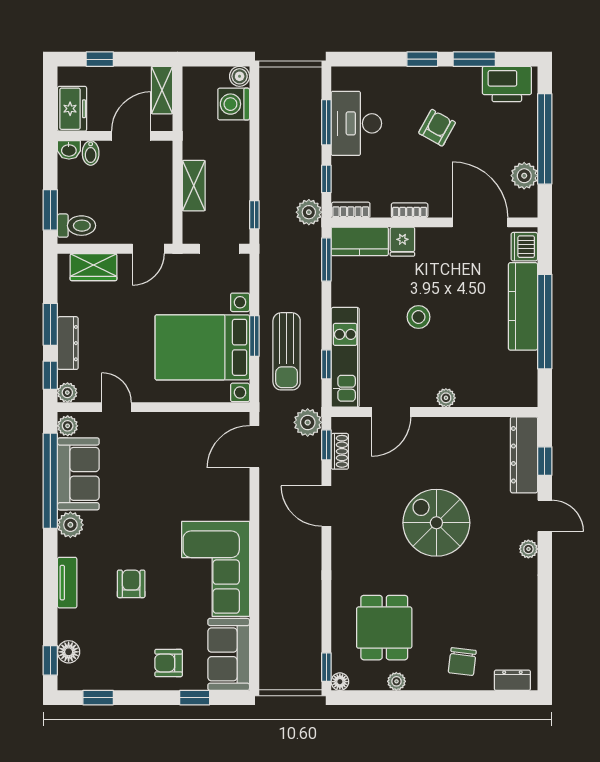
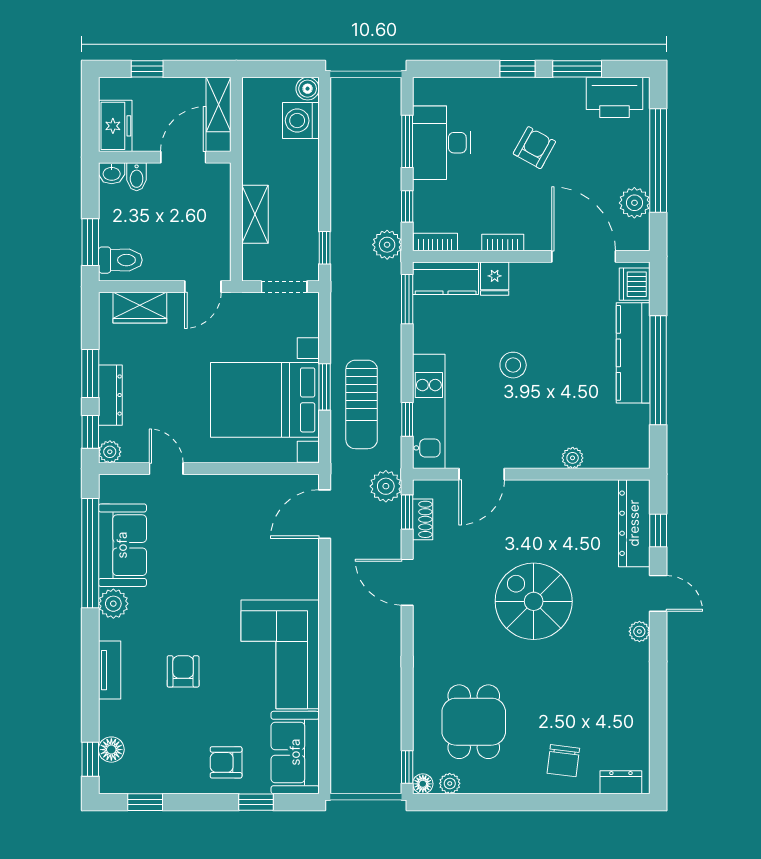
plant: (446, 398) -> (573, 458), moved
plant: (68, 426) -> (110, 490), removed
plant: (396, 681) -> (450, 783), moved

